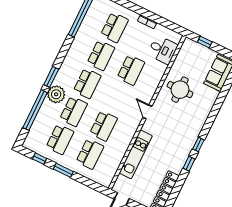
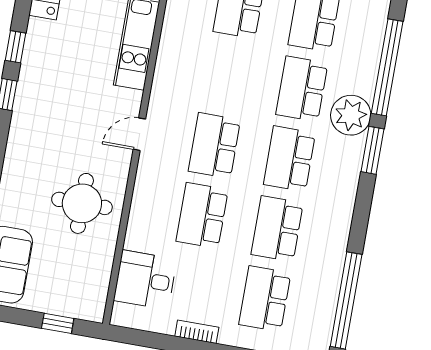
door: (147, 112) -> (139, 134), swing flipped
school desk: (104, 126) -> (214, 146), moved

